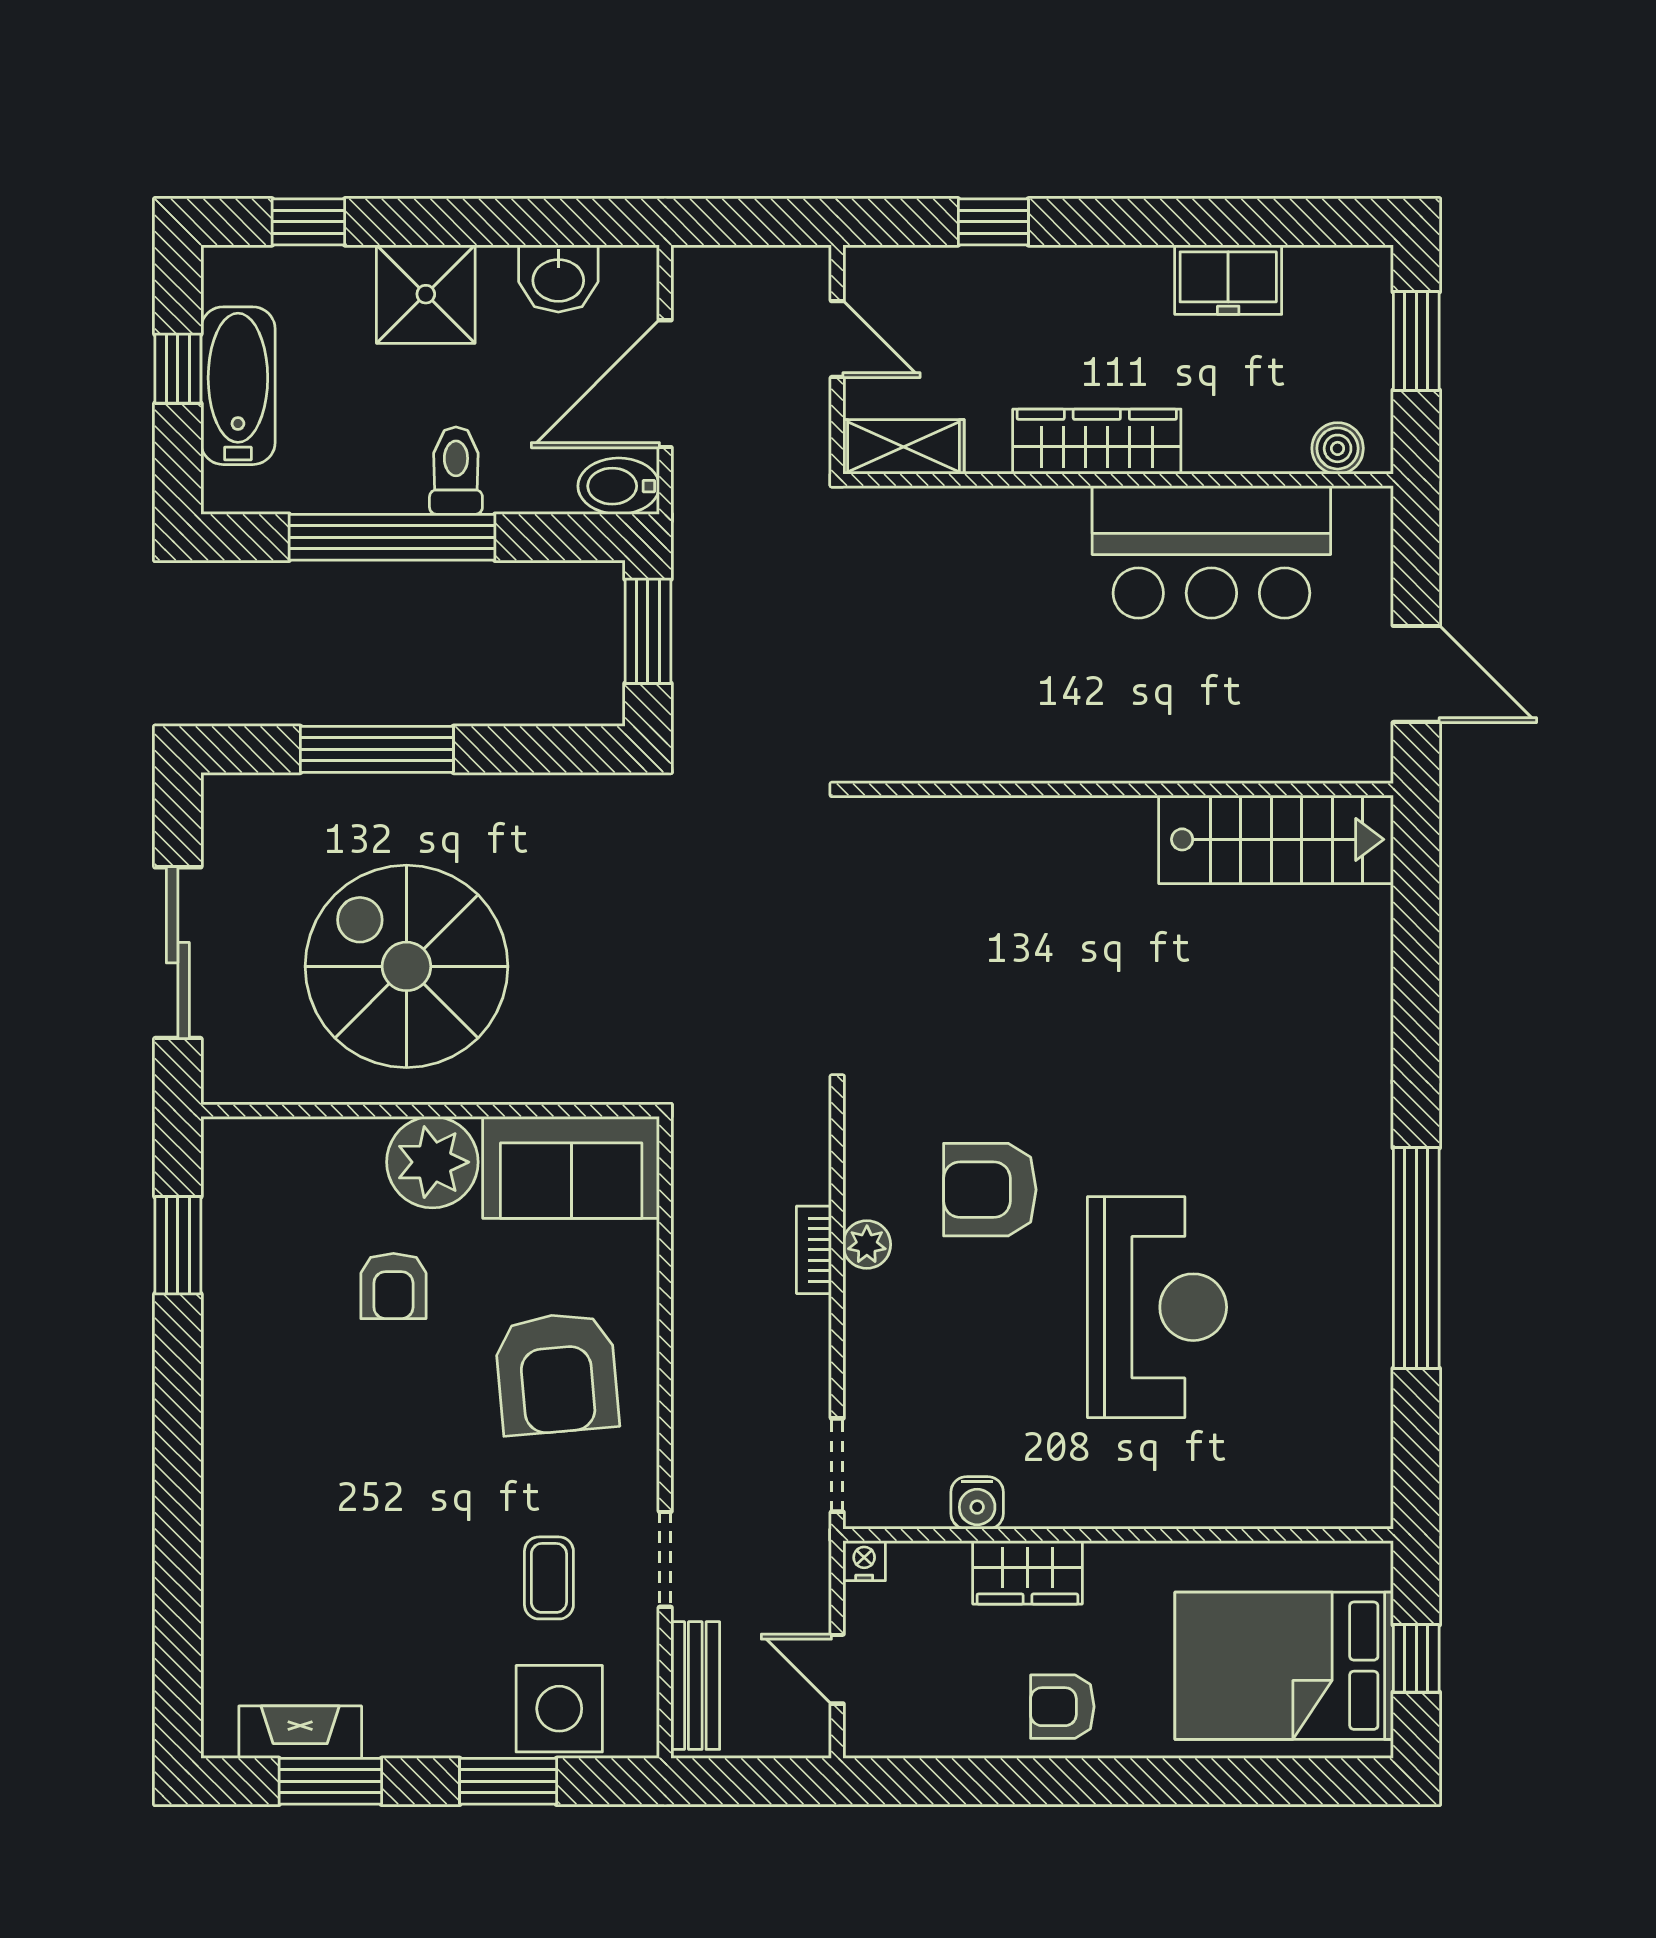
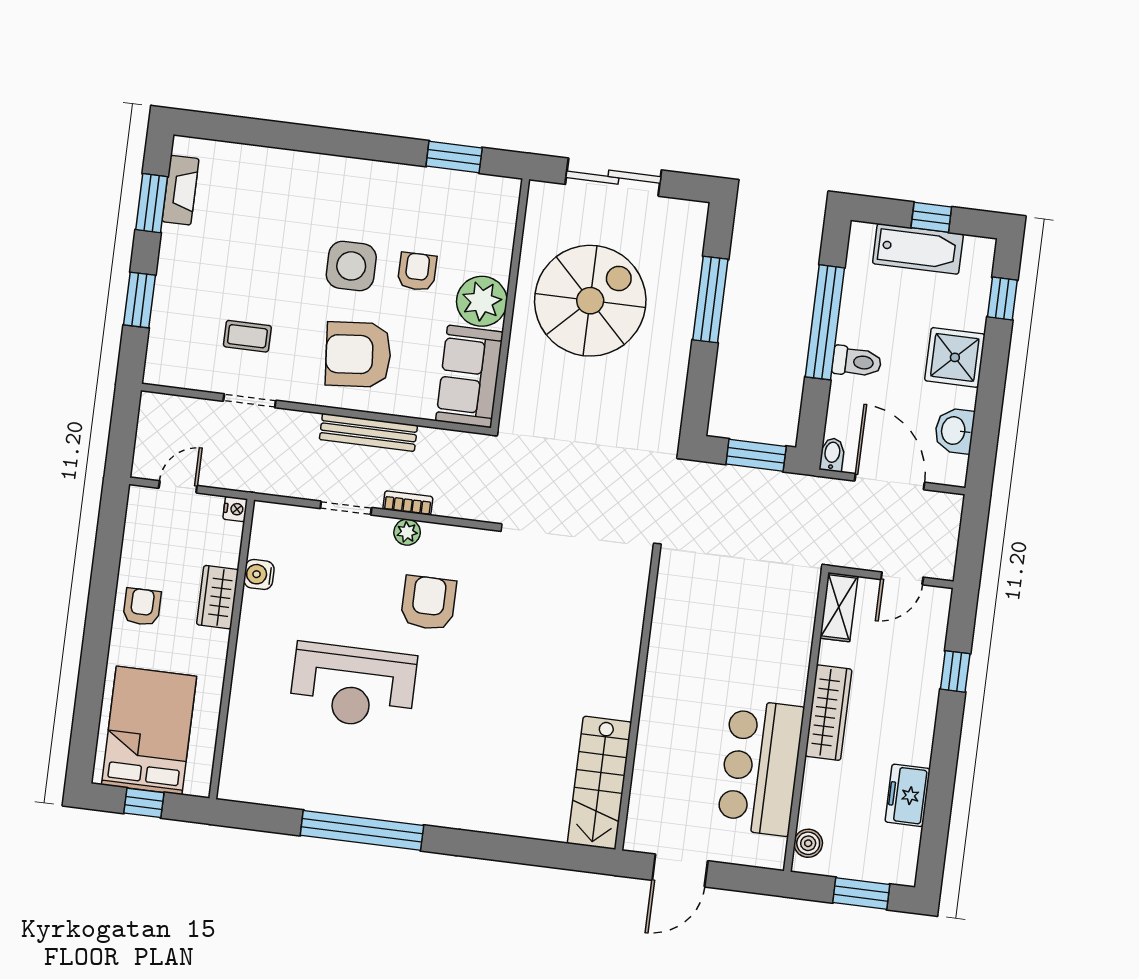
bidet: (619, 486) -> (832, 455), width x0.72, depth x0.74
armchair: (393, 1286) -> (417, 272), turned 90
doorway: (837, 1465) -> (346, 508), moved
bench: (695, 1686) -> (368, 432), moved, width x1.36
side table: (559, 1709) -> (351, 266), moved

